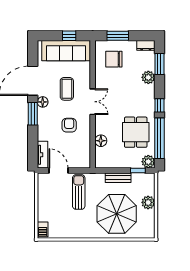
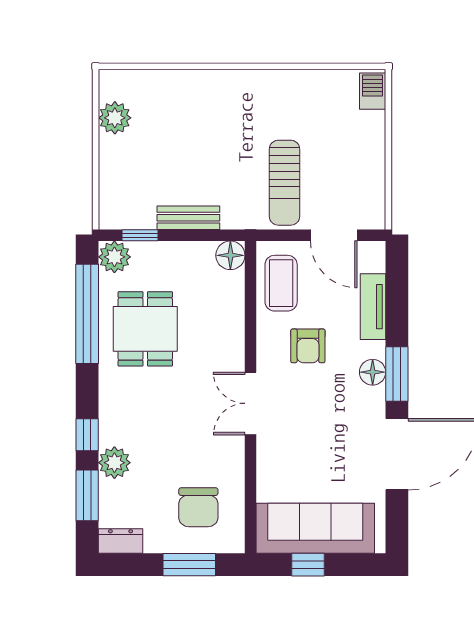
chair: (114, 59) -> (198, 507), turned 90
coffee table: (67, 89) -> (281, 283), moved
floor lamp: (43, 102) -> (373, 372), moved
window: (159, 105) -> (87, 435), moved
floor lamp: (101, 141) -> (230, 255), moved
tv unit: (42, 155) -> (373, 307), moved
plant: (148, 202) -> (115, 118), moved
parasol: (117, 214) -> (192, 129), removed

